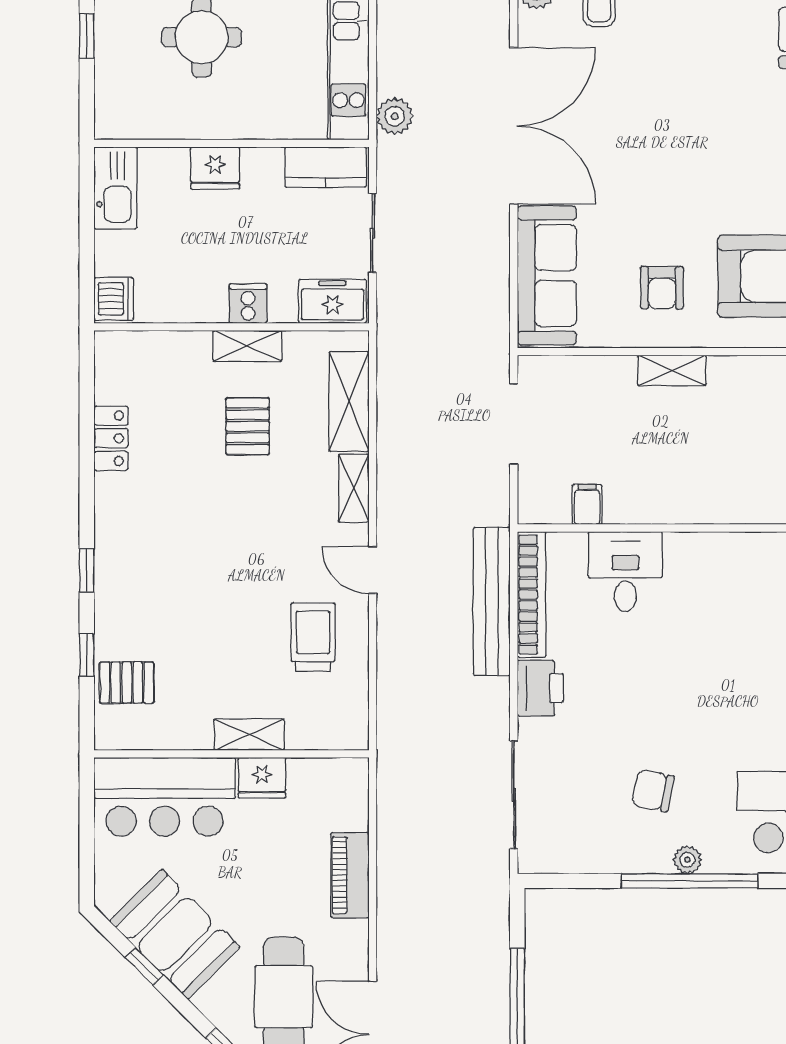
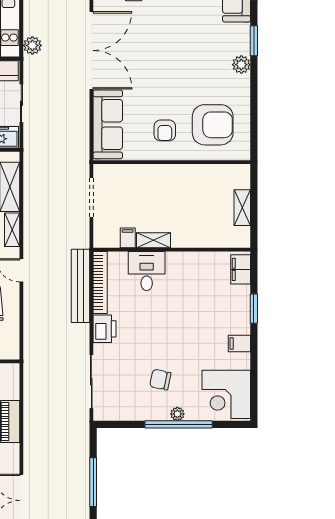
shelving: (672, 370) -> (153, 240), moved

